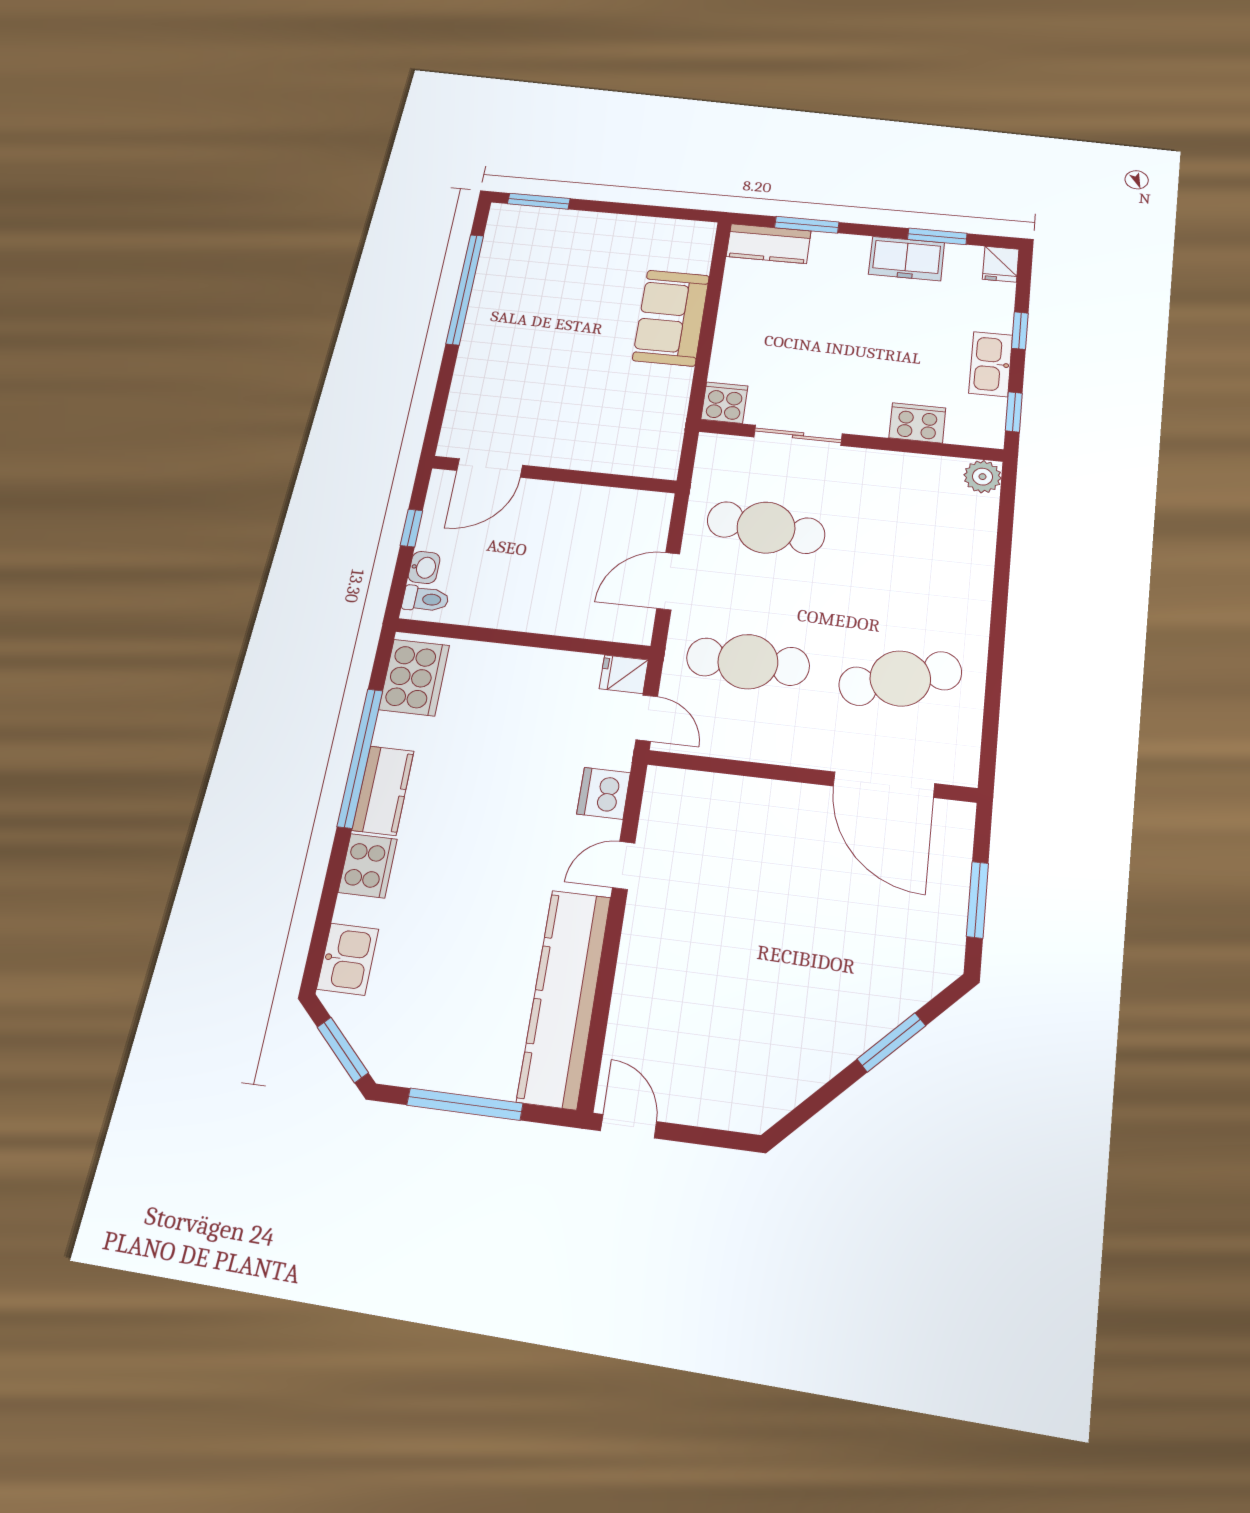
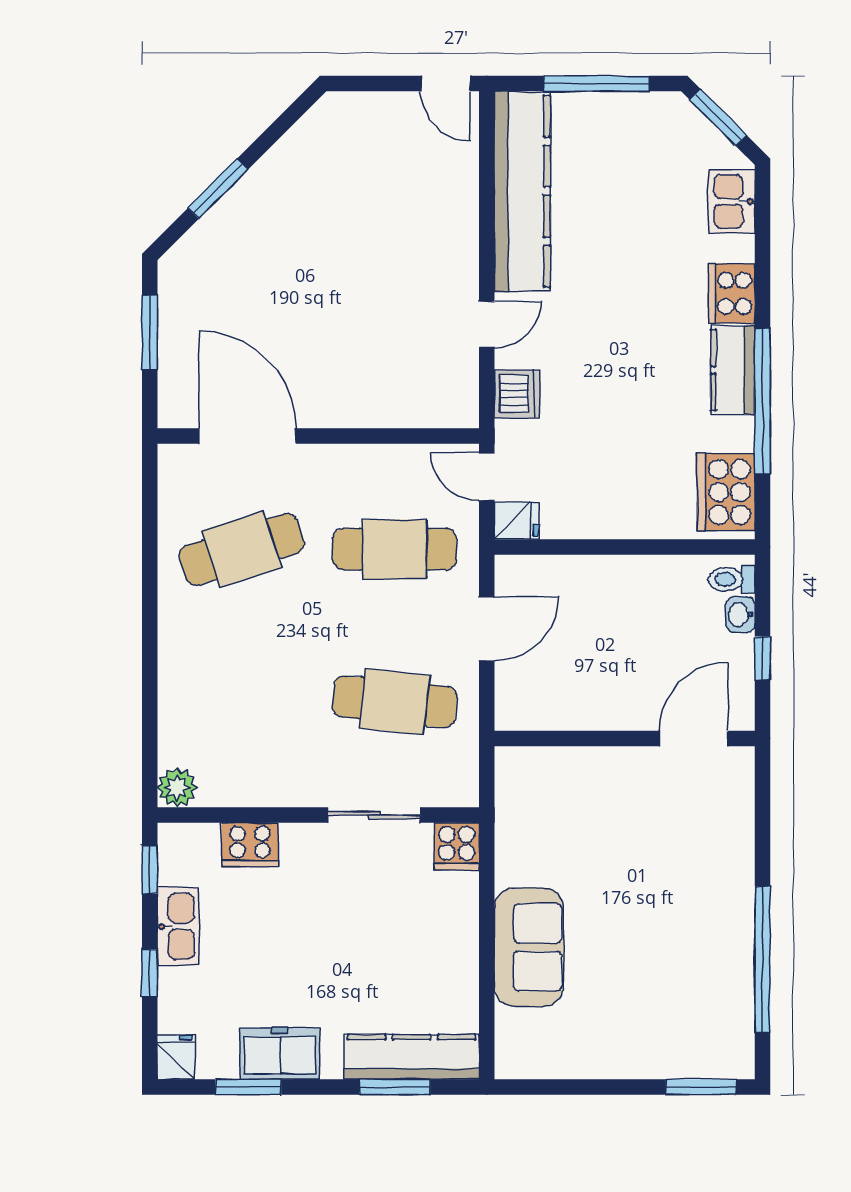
kitchen counter: (769, 244) -> (412, 1057), width x1.50

